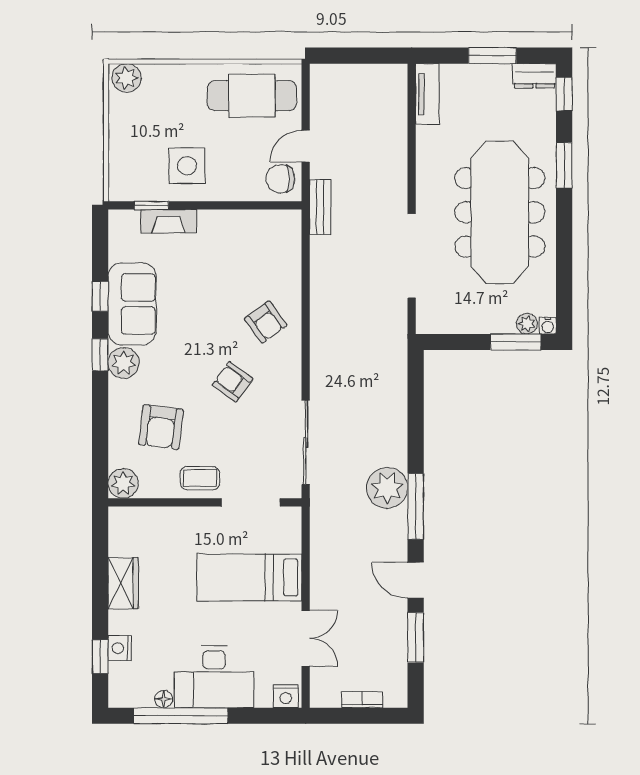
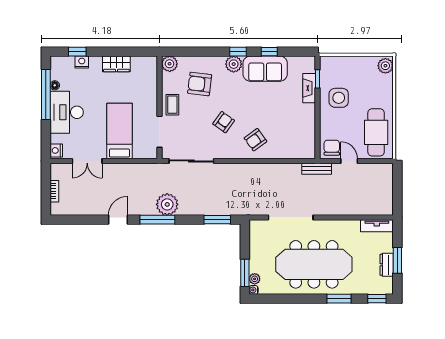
dresser: (534, 76) -> (387, 265), moved
window: (416, 637) -> (217, 220), moved

